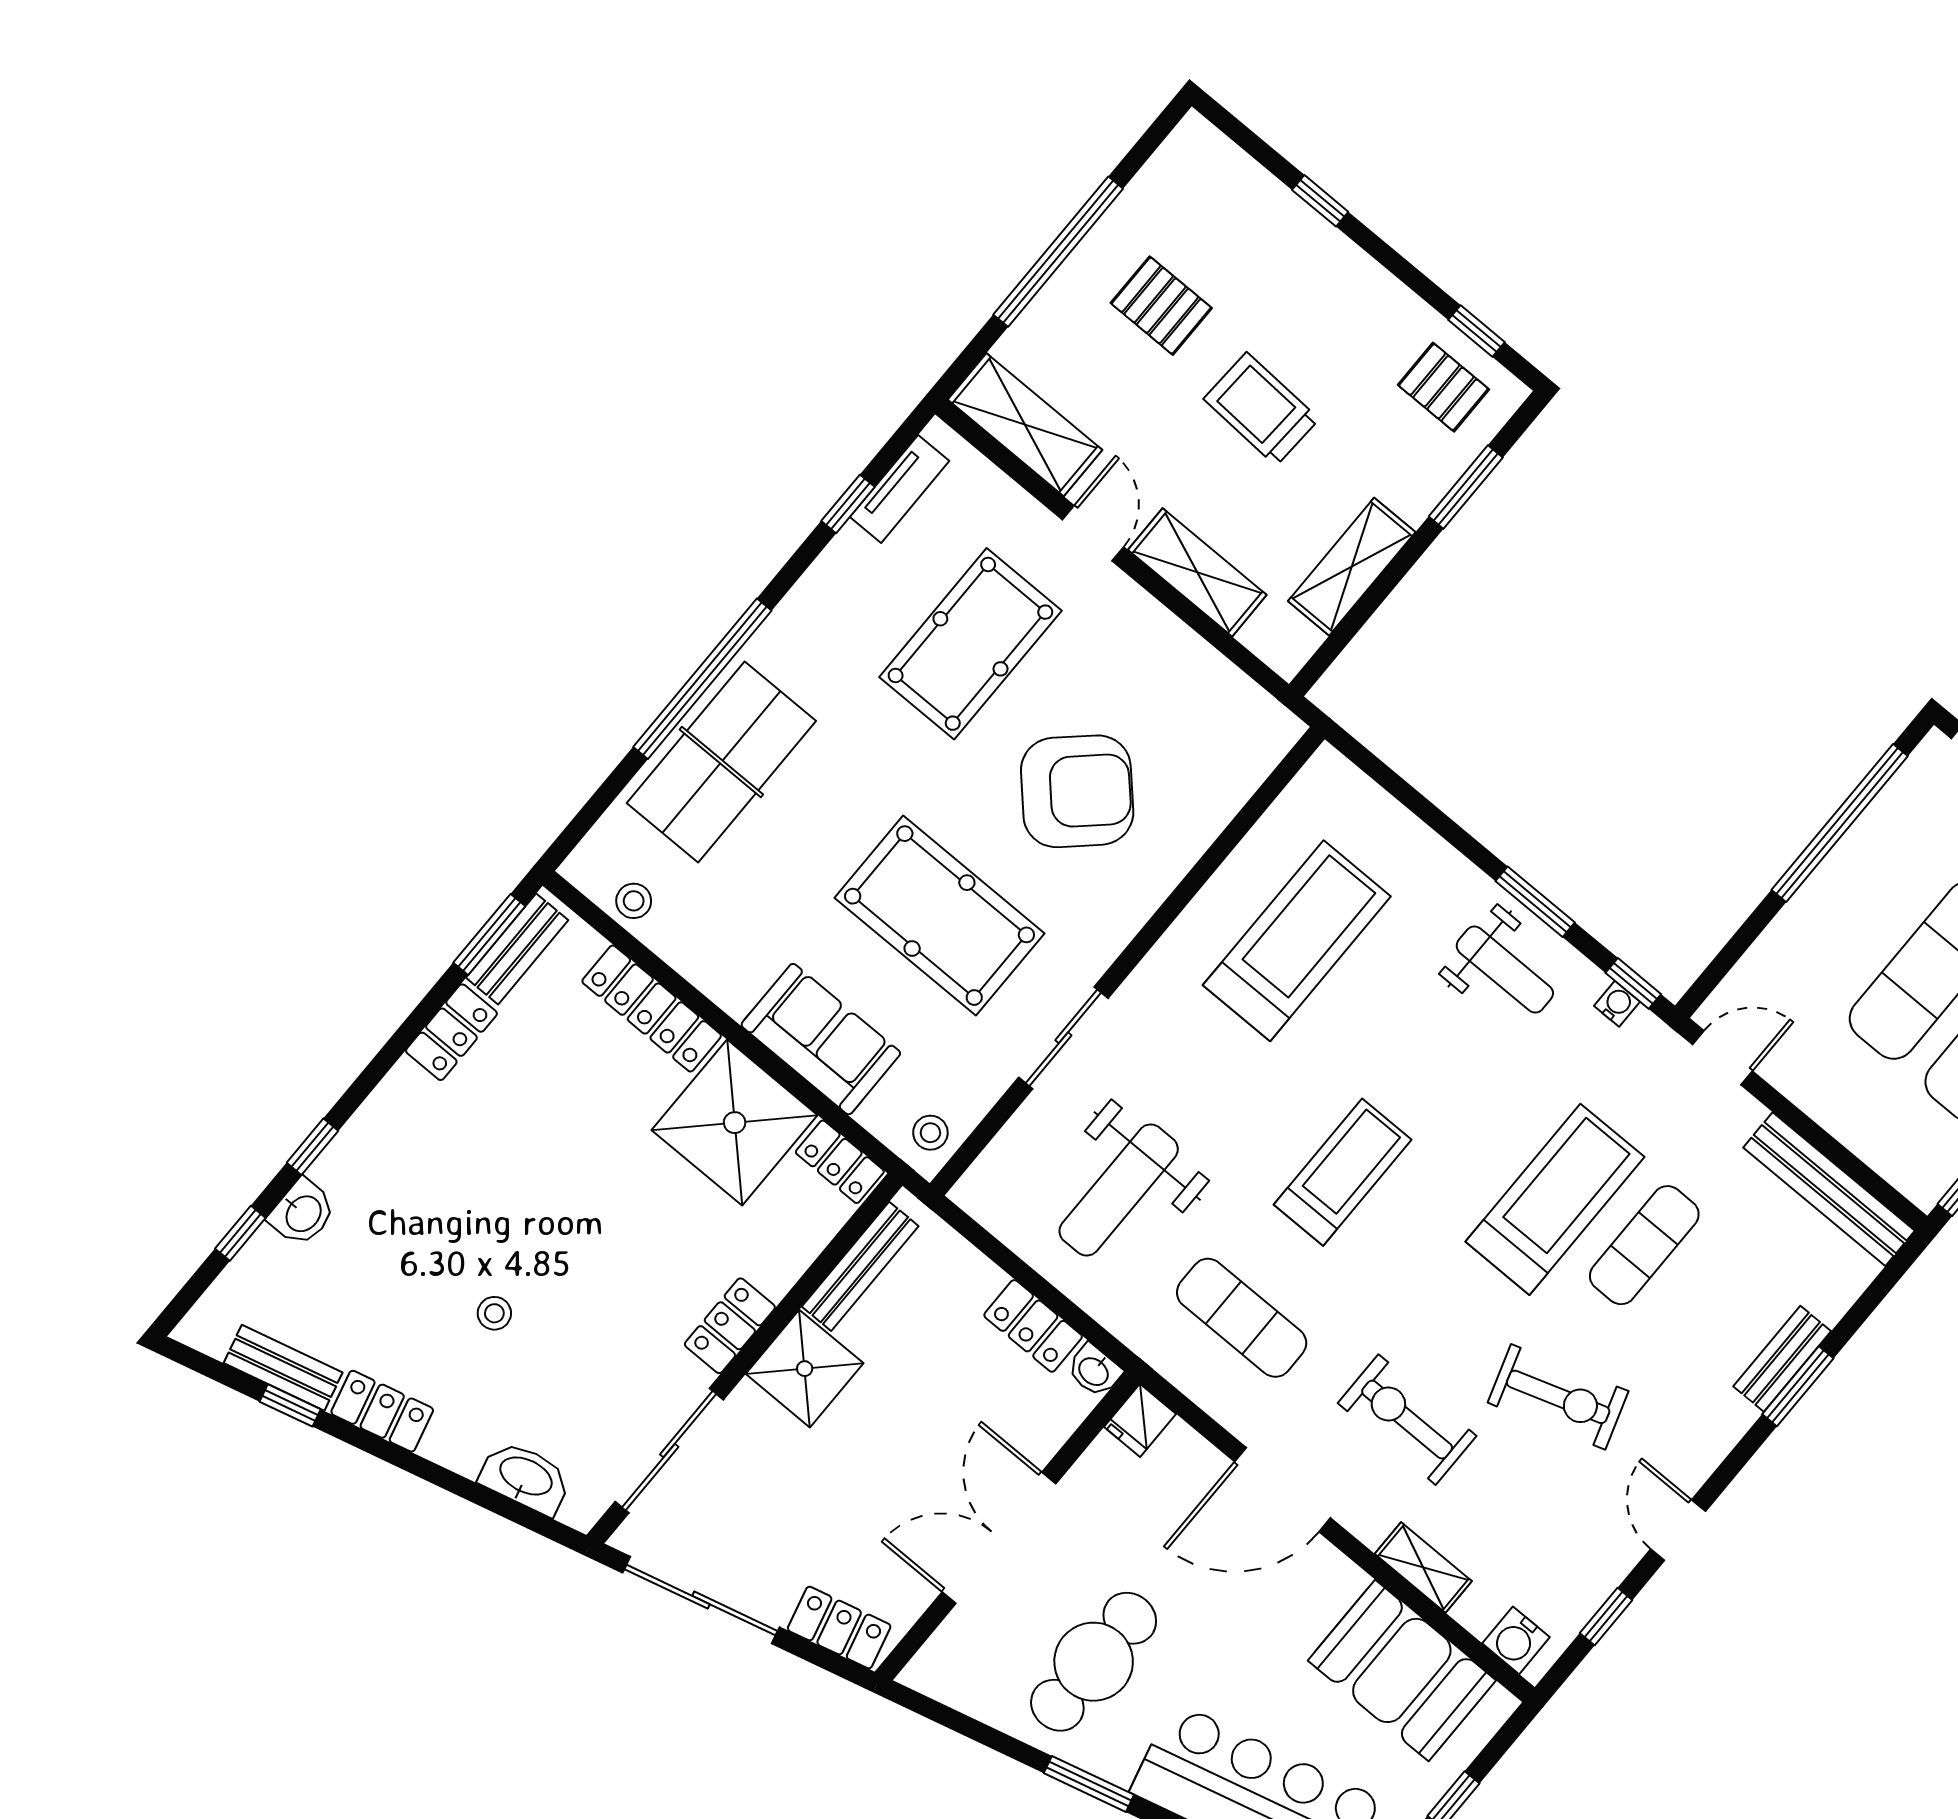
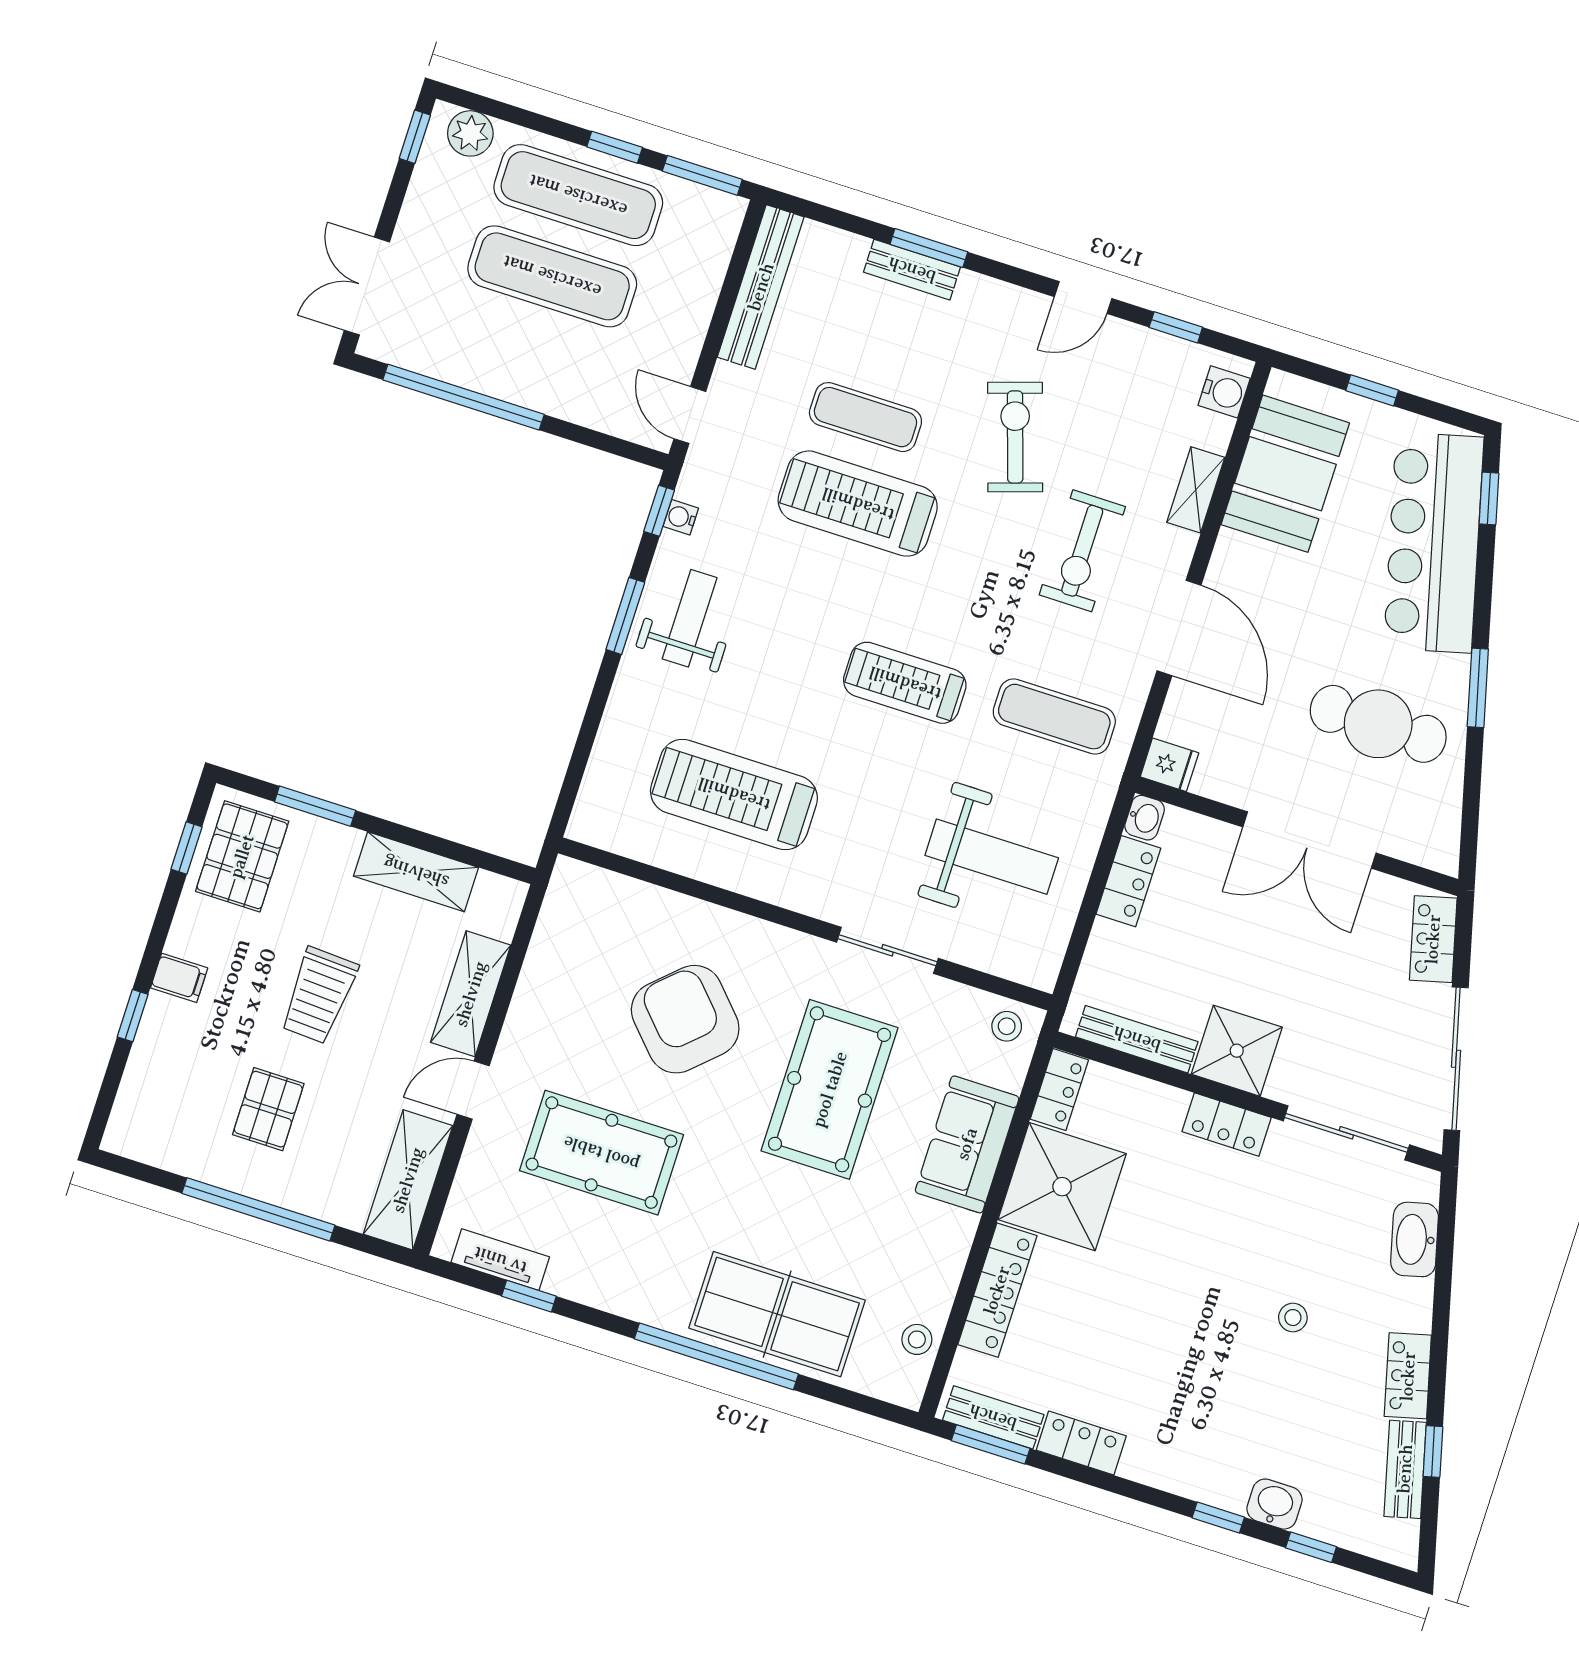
filing cabinet: (1341, 267) -> (179, 978), added
pallet: (1443, 387) -> (242, 856), width x1.50, depth x1.42
exercise mat: (1242, 1318) -> (1054, 717), turned 90

